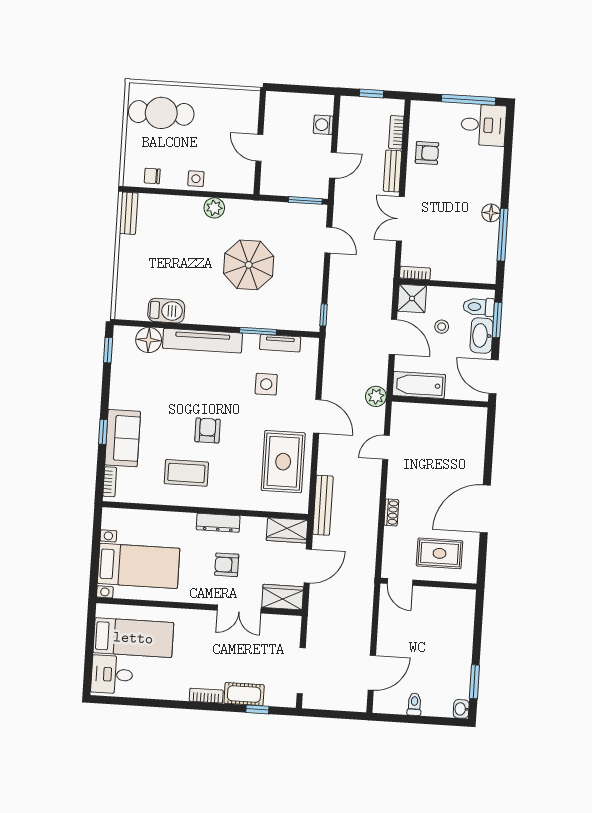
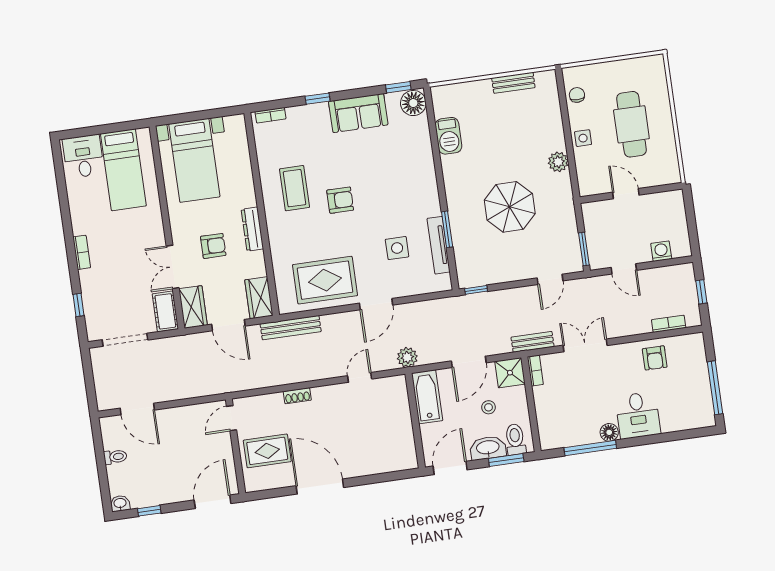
cafe table: (161, 113) -> (631, 124), moved
desk: (483, 125) -> (638, 415), moved
door: (259, 148) -> (626, 194), hinge flipped
bench: (392, 171) -> (533, 342), moved
bench: (129, 213) -> (513, 83), moved
floor lamp: (149, 340) -> (413, 103), moved
tv unit: (202, 341) -> (427, 177), removed
tv unit: (280, 343) -> (439, 245), width x1.41
sofa: (123, 438) -> (358, 113), moved
door: (386, 447) -> (360, 377), hinge flipped
rug: (440, 553) -> (267, 451), turned 90
armchair: (227, 565) -> (213, 246), turned 90
door: (478, 618) -> (213, 502), added
window: (474, 682) -> (149, 511), width x0.67
cot: (244, 694) -> (165, 311), moved

